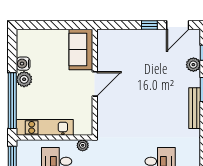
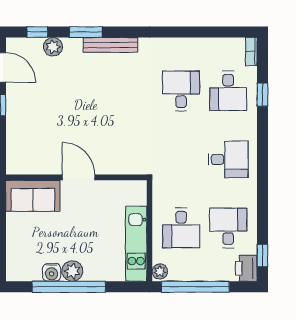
window: (12, 101) -> (69, 287), moved
plant: (83, 145) -> (160, 271), moved

